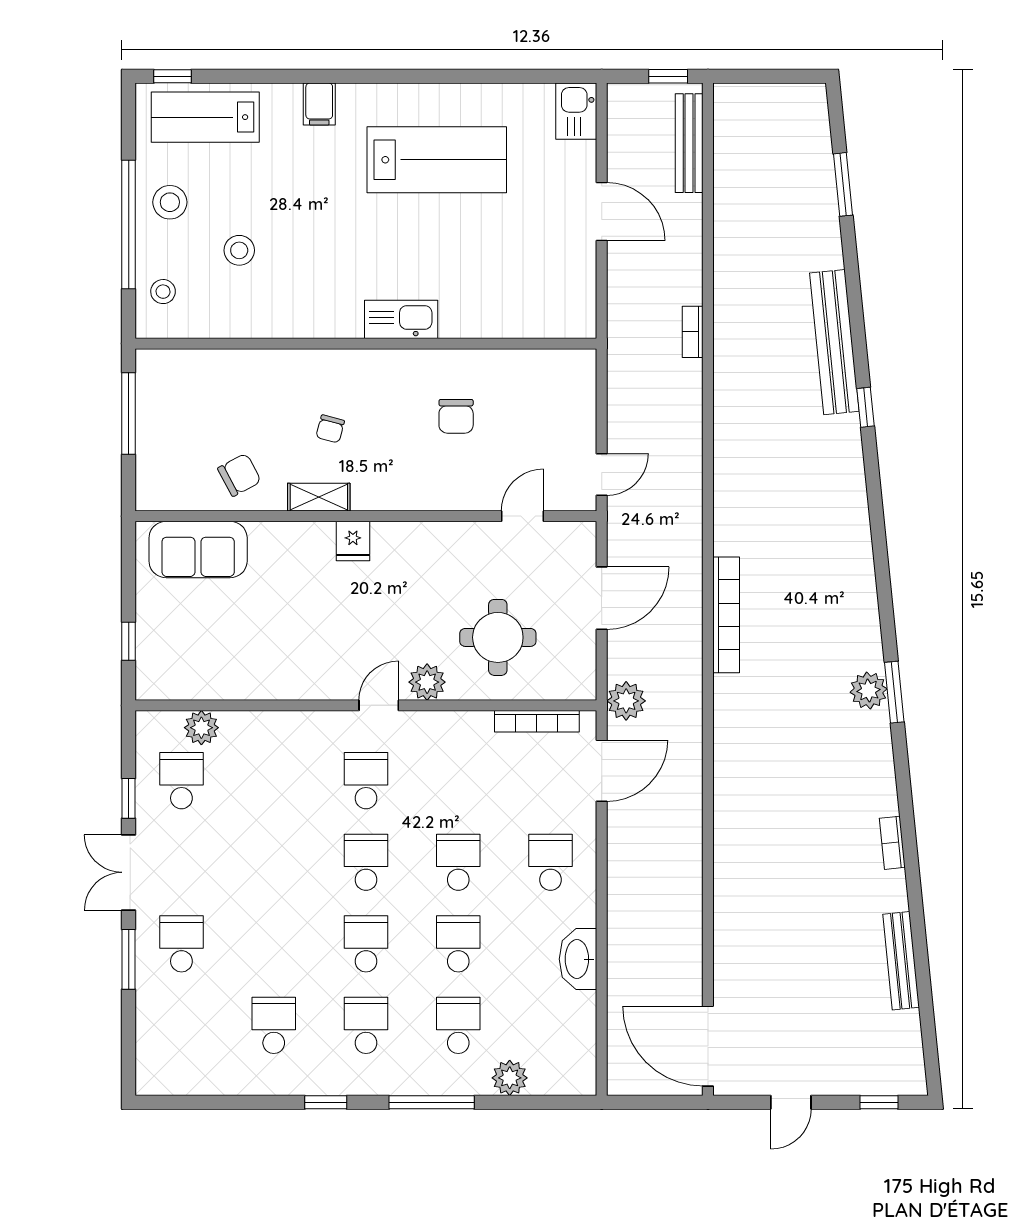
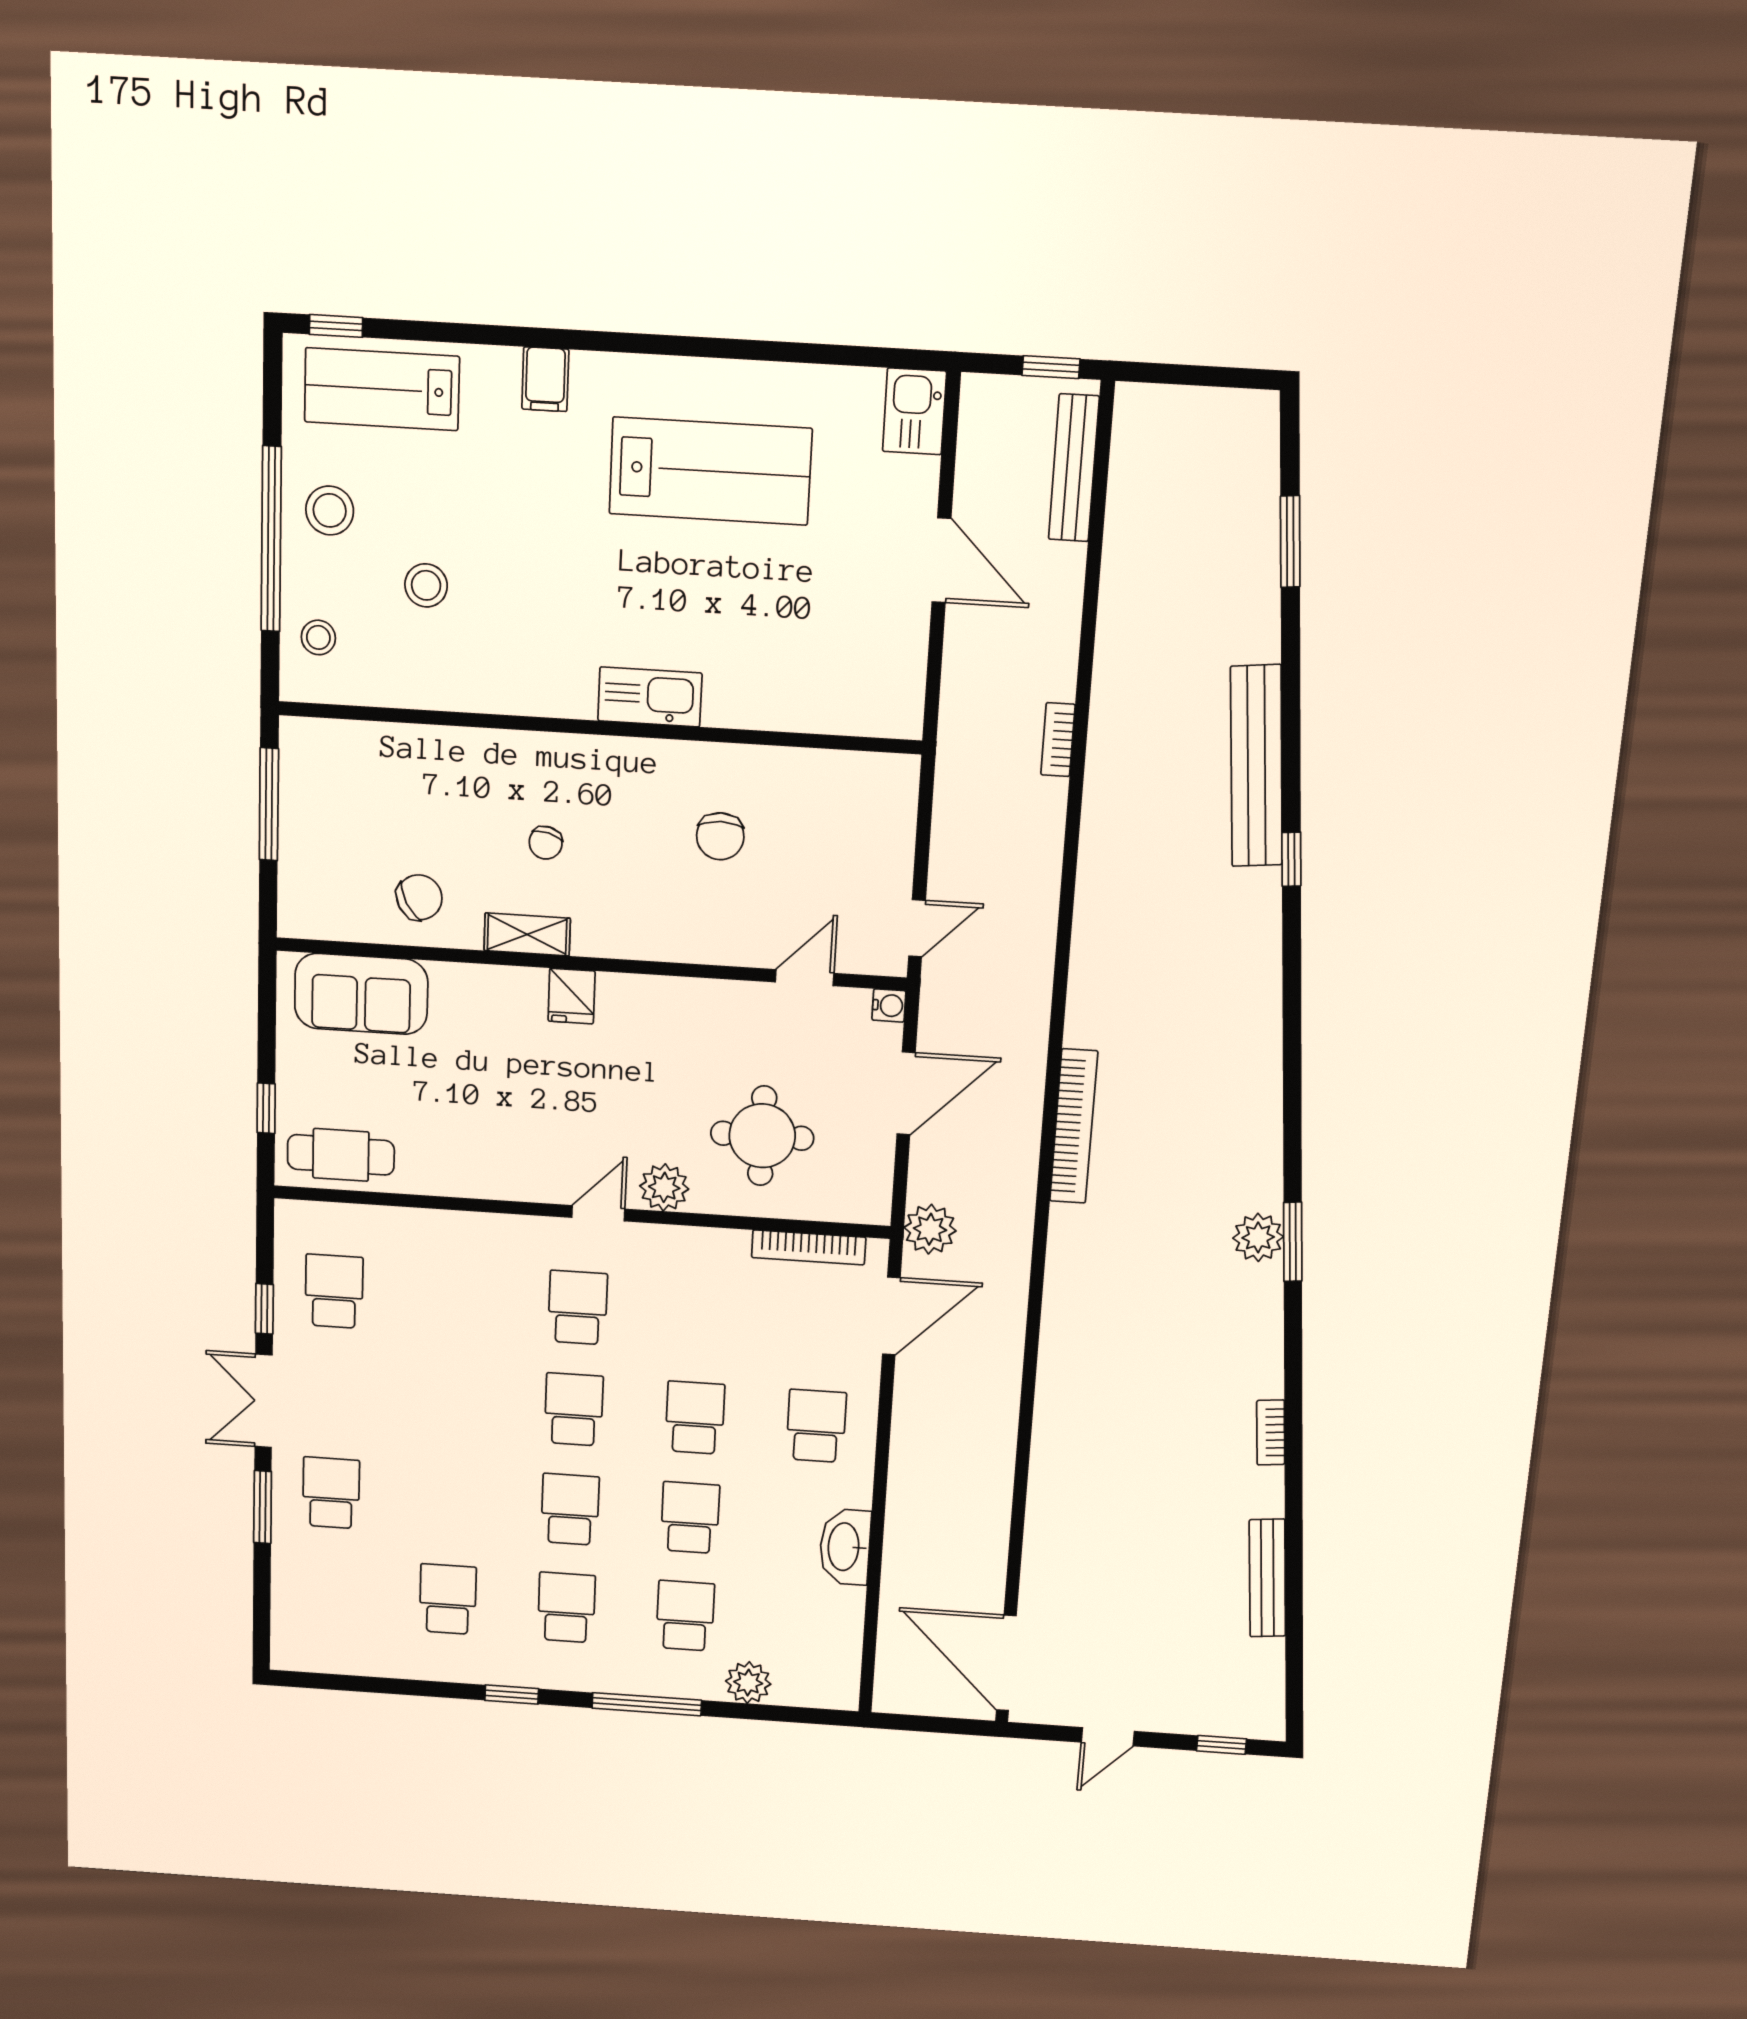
water cooler: (585, 533) -> (889, 1005), added
cafe table: (185, 673) -> (341, 1155), added
plant: (201, 728) -> (362, 1226), removed

